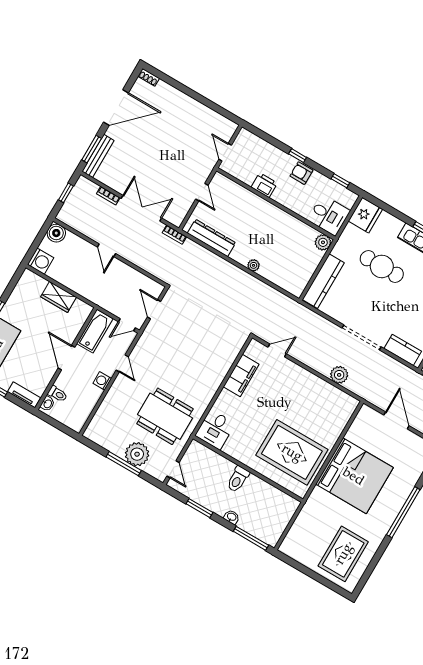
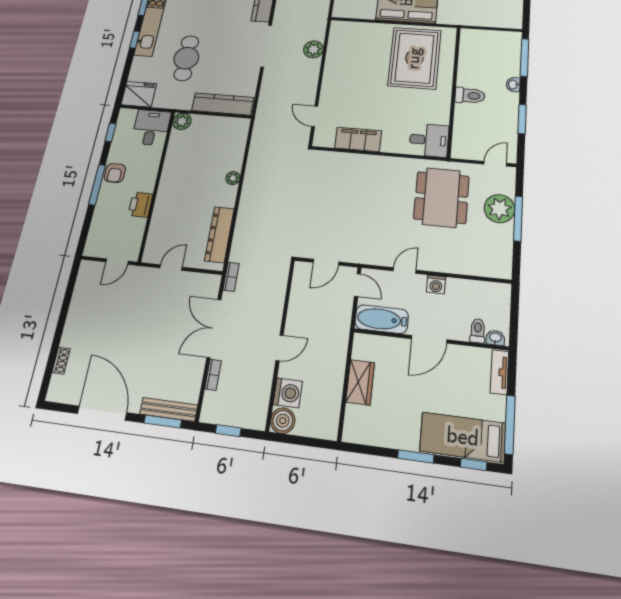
shoe rack: (149, 77) -> (61, 361), moved
window: (298, 156) -> (97, 185), width x2.17
washing machine: (41, 261) -> (288, 393), moved, turned 90

